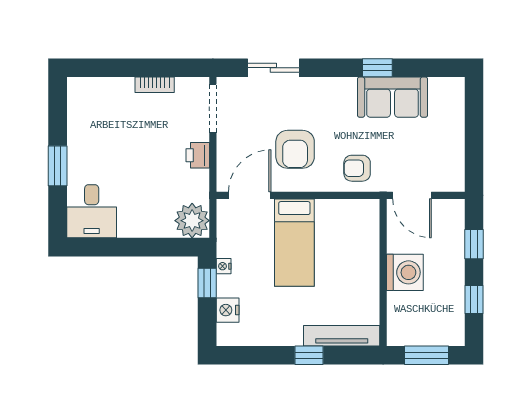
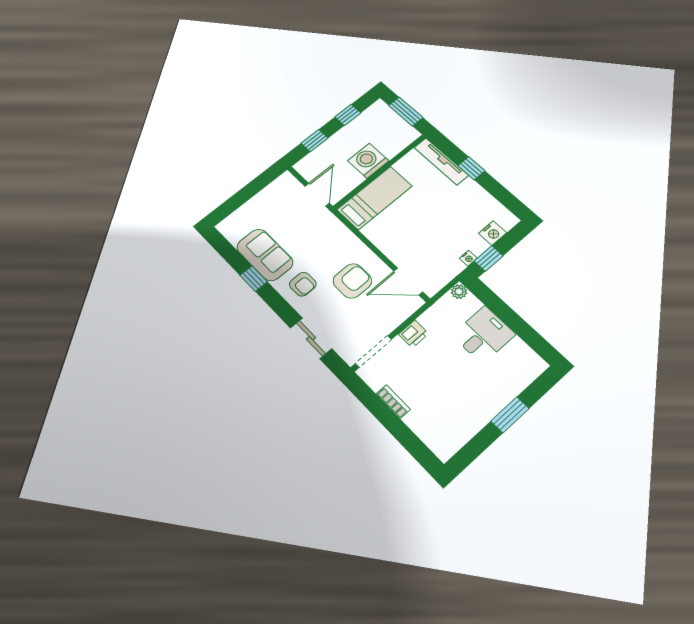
armchair: (357, 168) -> (303, 284), moved
desk: (92, 211) -> (484, 335), moved
plant: (192, 221) -> (459, 292), width x0.53, depth x0.53
bed: (294, 243) -> (375, 198), moved

